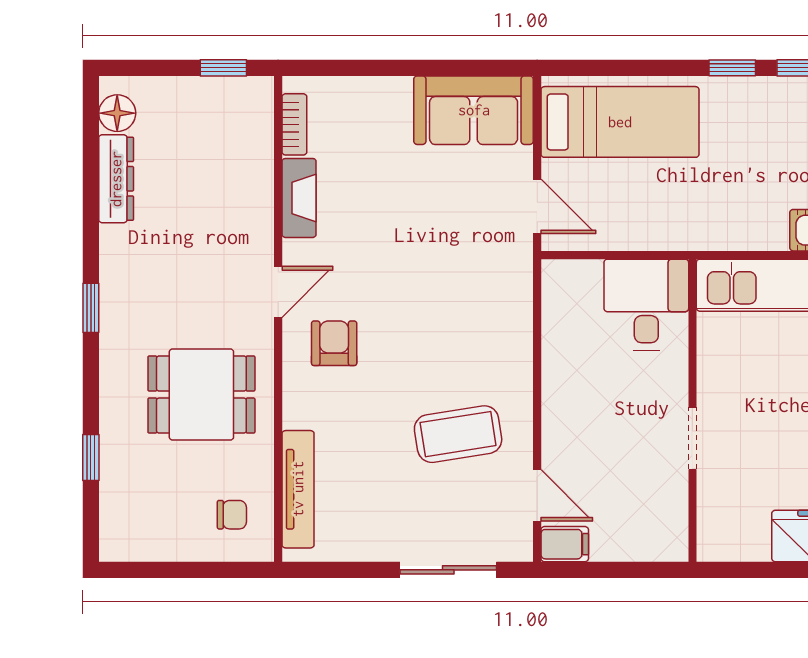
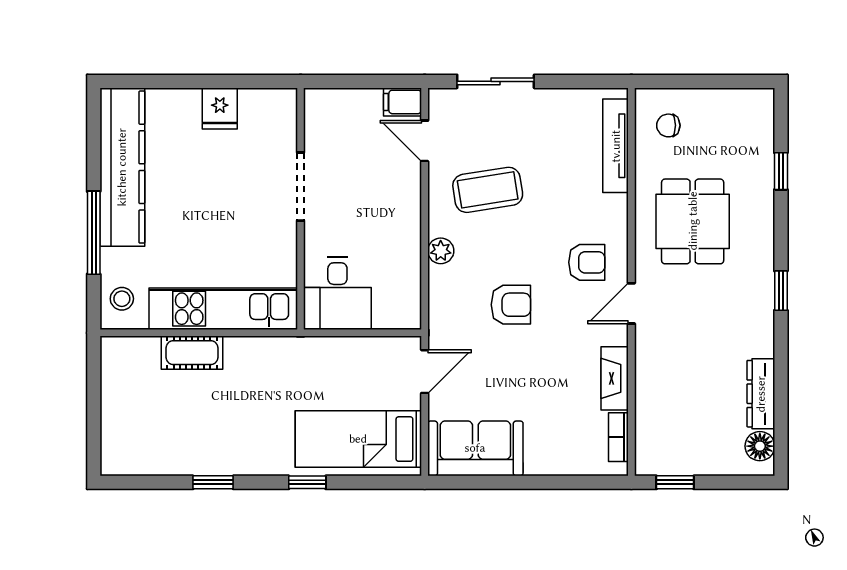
window: (732, 68) -> (307, 482), moved
door: (537, 206) -> (425, 372), swing flipped
armchair: (429, 290) -> (511, 305), added
armchair: (334, 343) -> (587, 262), turned -90
plant: (517, 358) -> (441, 251), added
dining table: (201, 395) -> (693, 221), turned 90
doorway: (692, 438) -> (301, 187), width x1.38

